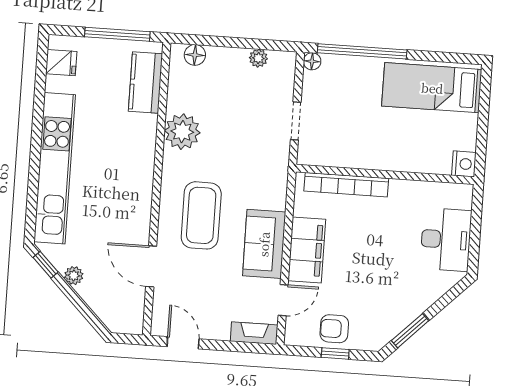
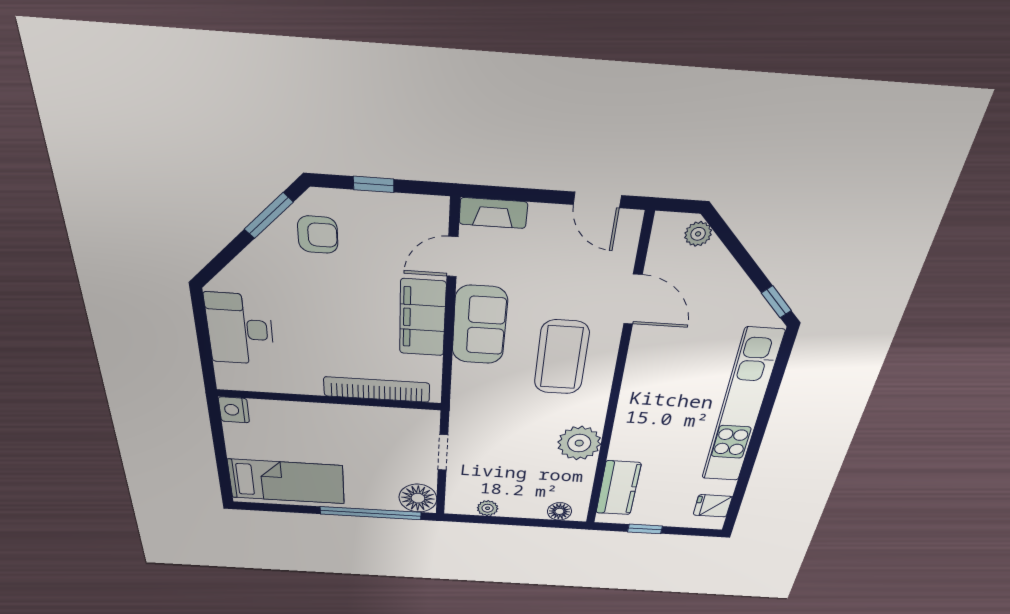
window: (117, 34) -> (645, 529), width x0.46
floor lamp: (312, 61) -> (418, 498), width x1.89, depth x1.89
plant: (74, 276) -> (698, 234), moved
armchair: (334, 329) -> (318, 235), moved

